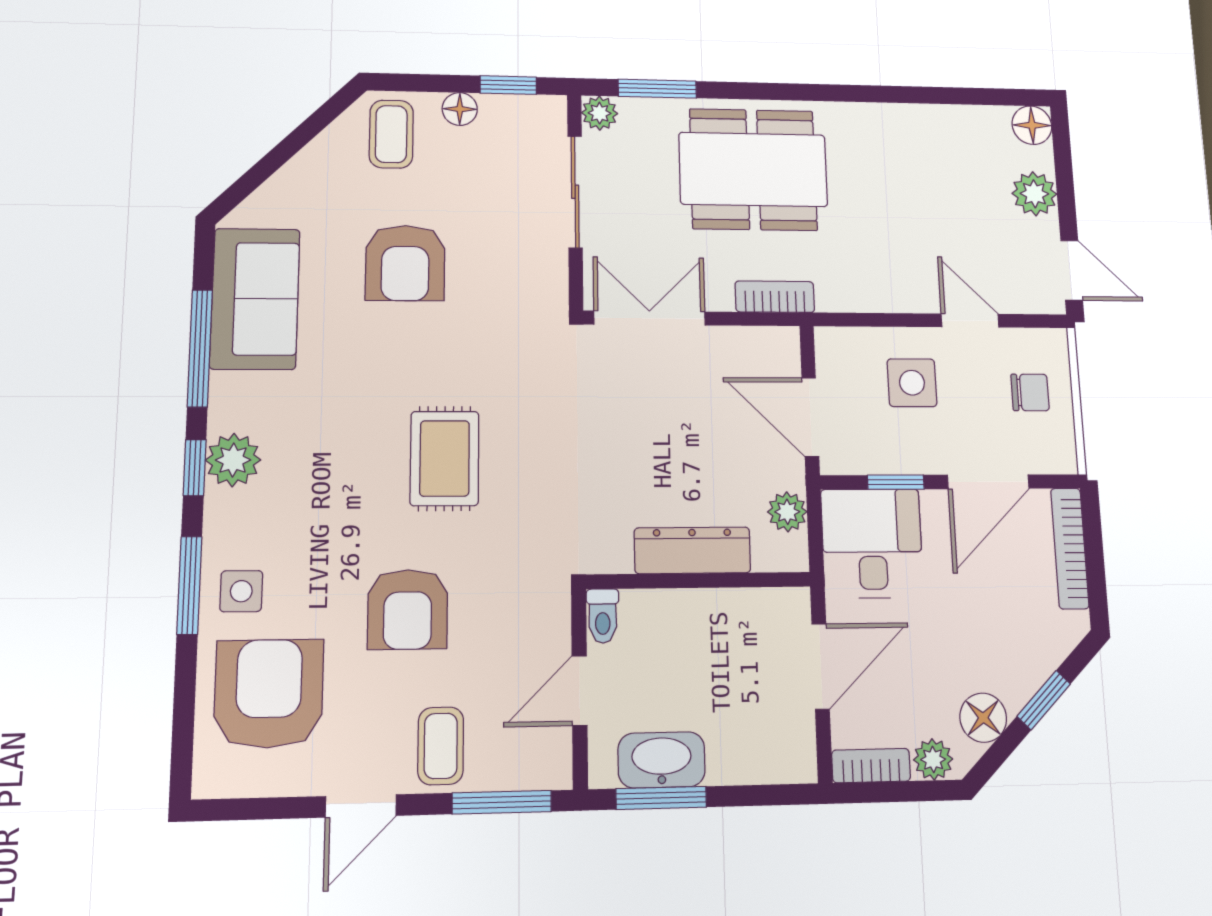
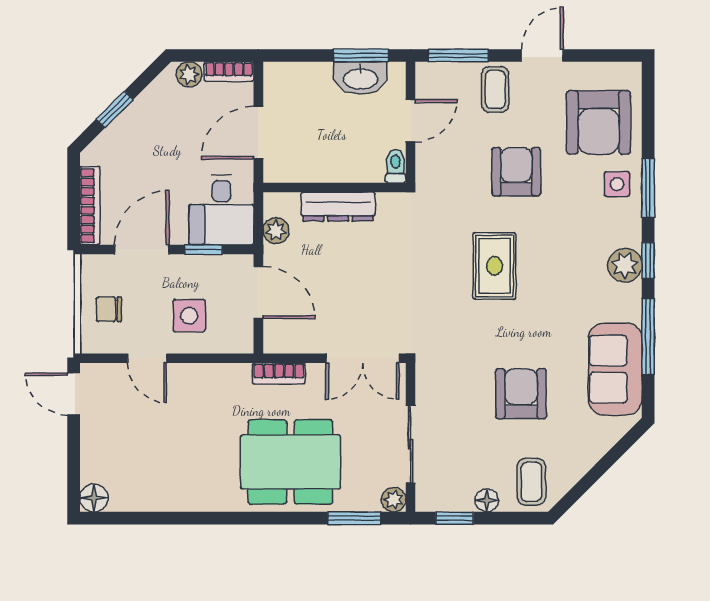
plant: (1034, 194) -> (96, 448), removed
floor lamp: (983, 718) -> (155, 99), removed

